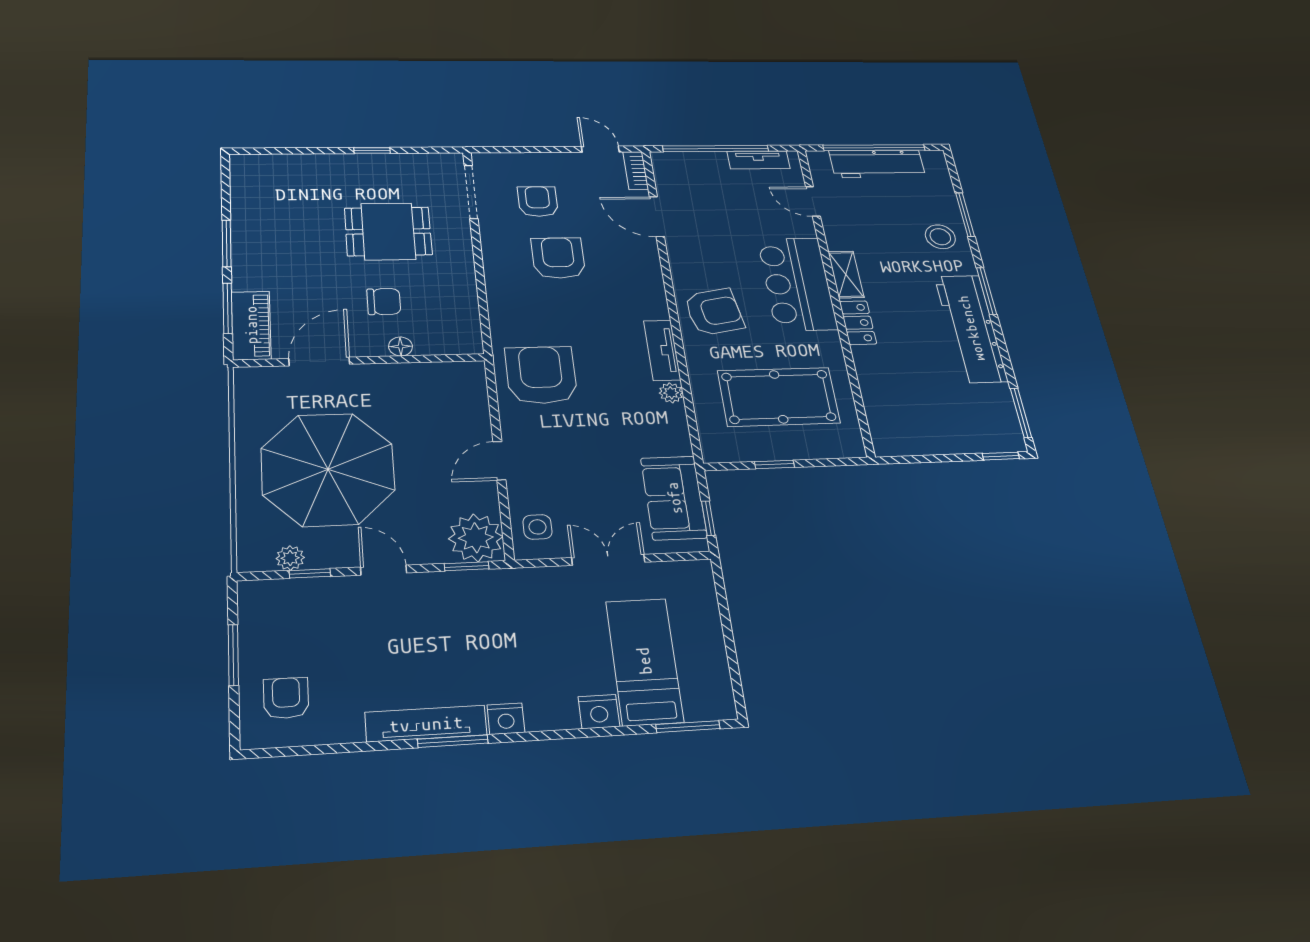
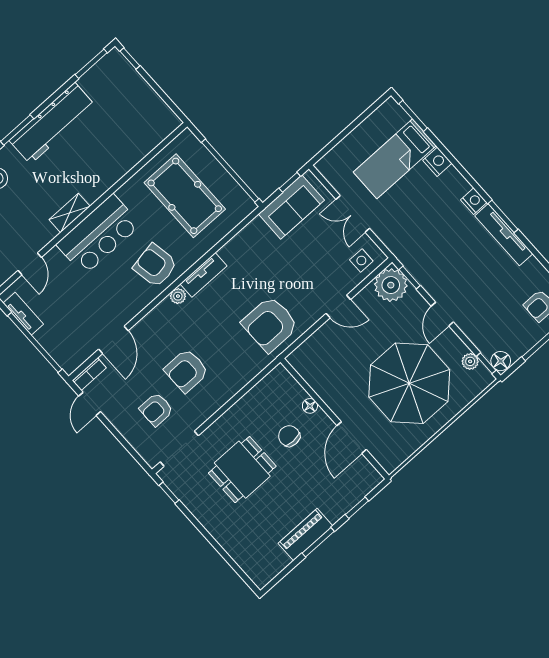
window: (372, 150) -> (169, 493), moved
dining table: (388, 231) -> (242, 470), turned 90
window: (228, 308) -> (357, 508), width x0.67
locker: (858, 323) -> (99, 186), removed
piano: (251, 325) -> (305, 535), moved
door: (319, 361) -> (352, 438), hinge flipped
plant: (671, 393) -> (178, 296), moved
window: (774, 464) -> (230, 171), width x3.17
window: (310, 573) -> (486, 363), moved
floor lamp: (256, 595) -> (501, 361), added

